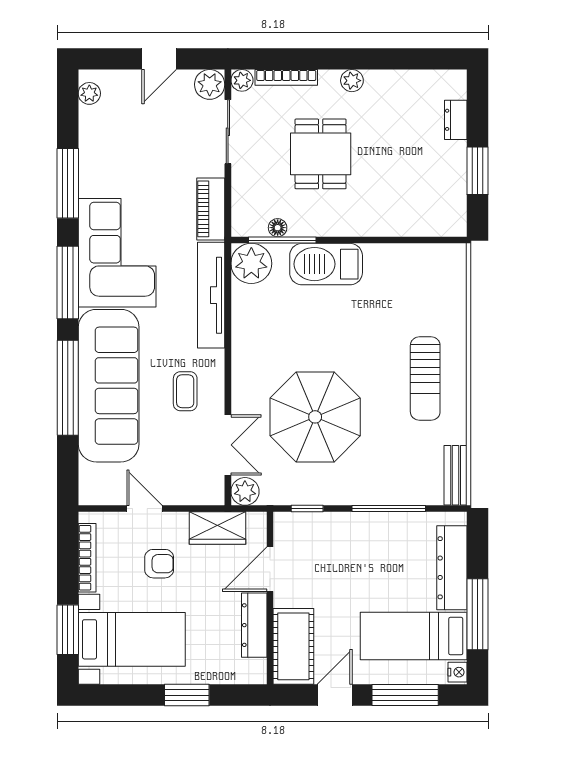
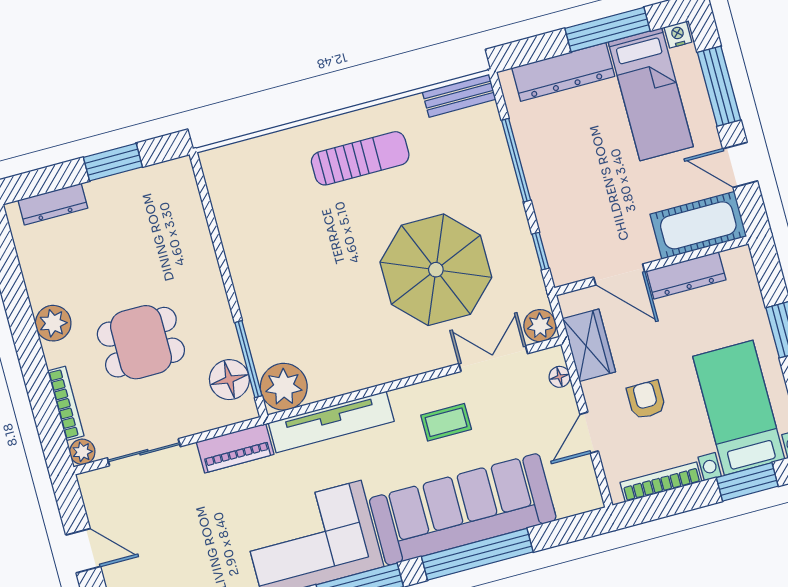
plant: (352, 81) -> (53, 323), width x1.38, depth x1.38
plant: (210, 84) -> (97, 487), removed
dresser: (456, 120) -> (53, 204), width x1.44
floor lamp: (278, 228) -> (229, 380), width x1.89, depth x1.89
barbecue: (326, 264) -> (262, 303), removed
floor lamp: (198, 496) -> (560, 377), added

